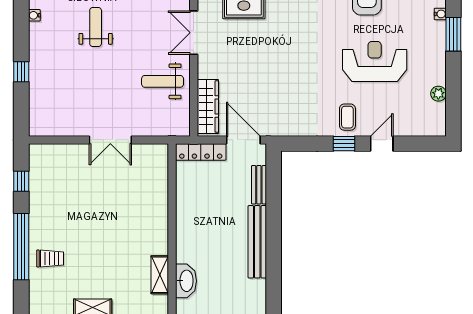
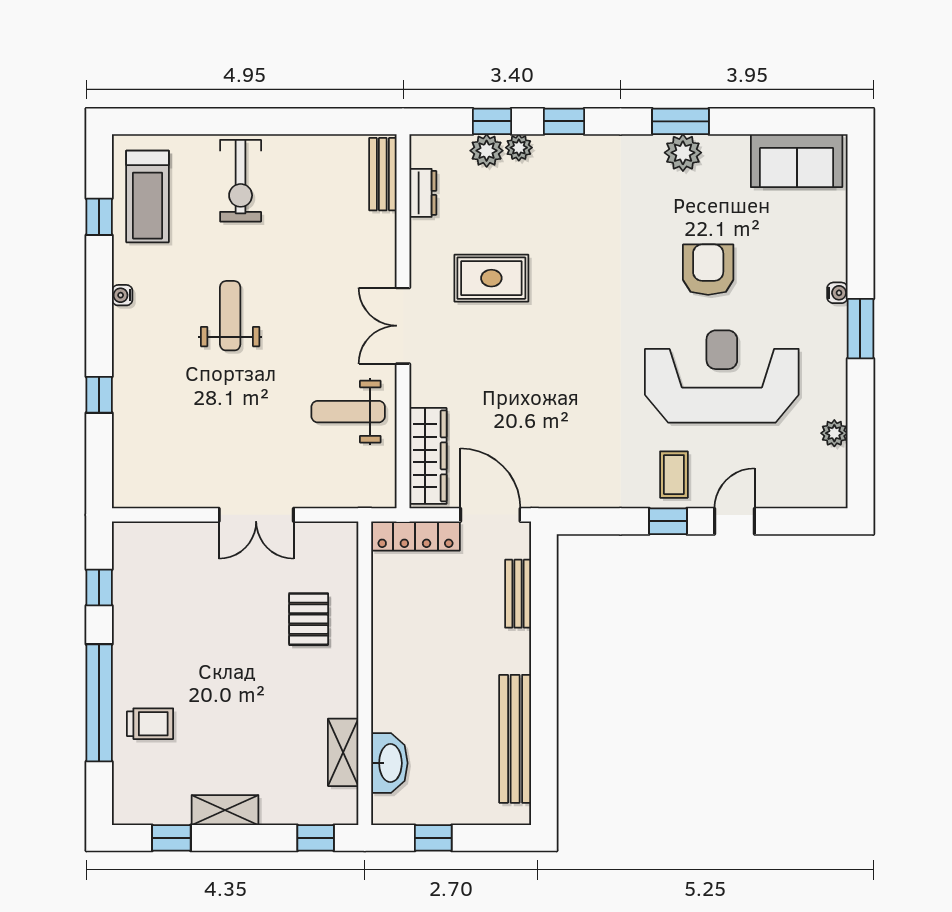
reception desk: (375, 61) -> (722, 376), width x1.36, depth x1.30
pallet: (140, 199) -> (309, 619), added
bench: (257, 242) -> (515, 739), moved

